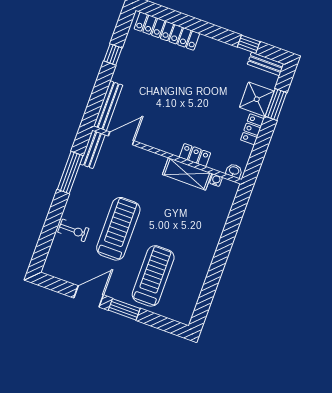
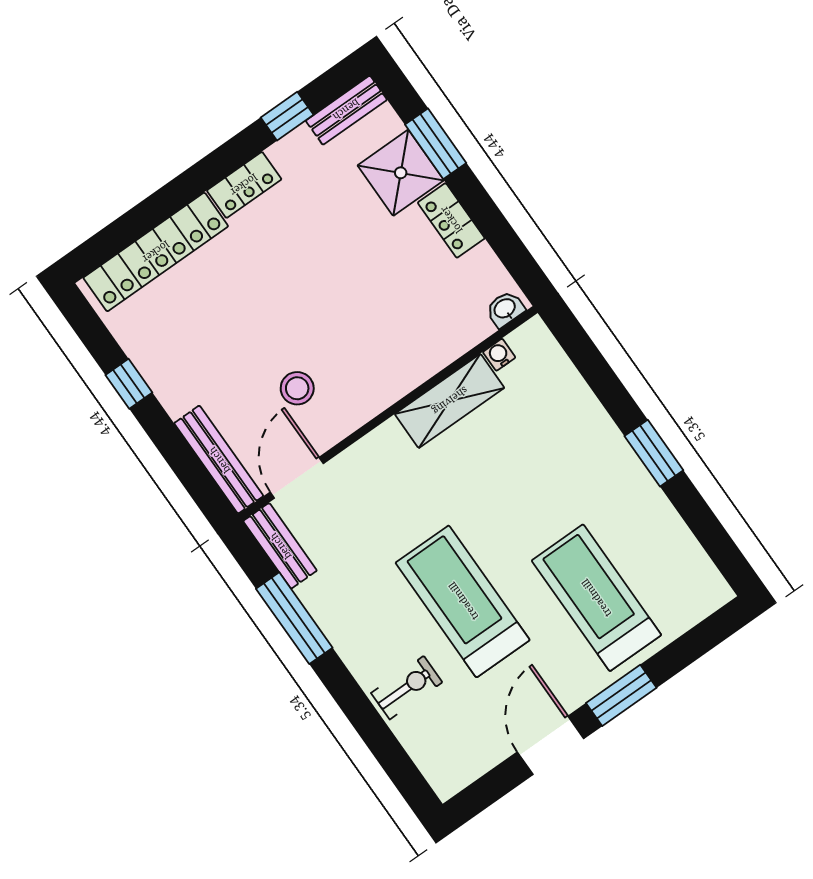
stool: (153, 116) -> (297, 388), added
locker: (195, 155) -> (244, 185), moved, turned 180
window: (219, 260) -> (654, 453), added

